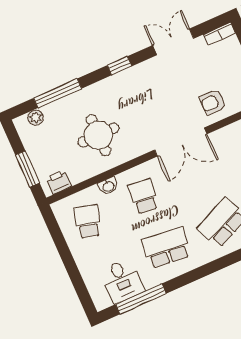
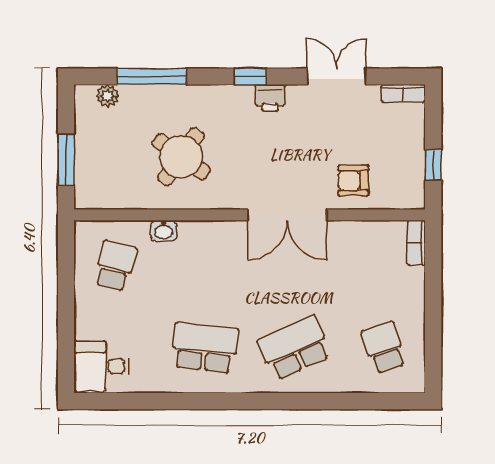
round table: (98, 135) -> (181, 157), turned 35
printer: (59, 182) -> (270, 98), moved, turned 180
school desk: (144, 197) -> (205, 266), removed
desk: (122, 281) -> (101, 366), moved, turned 90
window: (141, 299) -> (140, 401), removed

